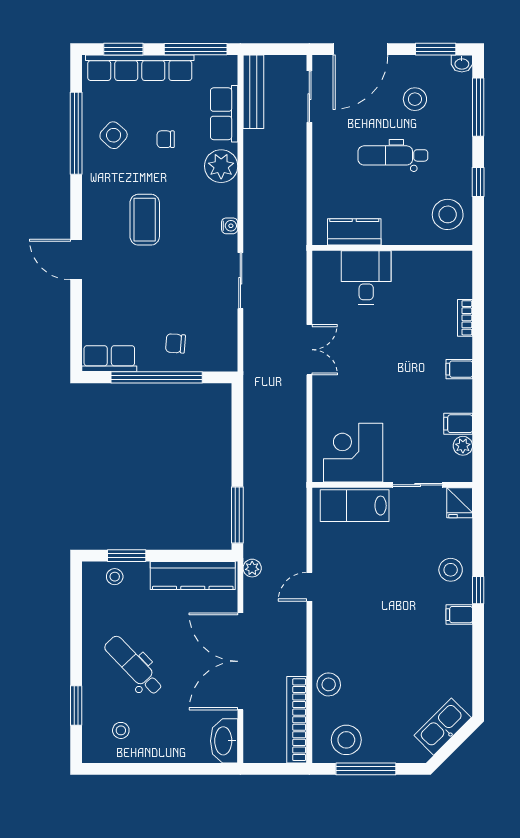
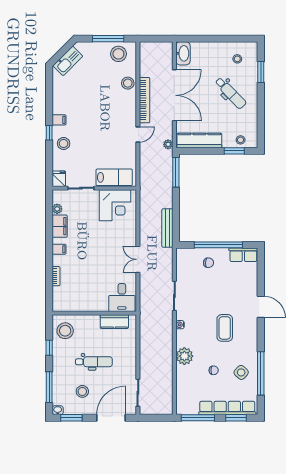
bench: (253, 92) -> (167, 228), moved
row of seats: (224, 114) -> (183, 384), removed
desk: (366, 277) -> (122, 298), moved
filing cabinet: (458, 424) -> (60, 226), width x2.00
bookcase: (297, 720) -> (145, 100), moved

